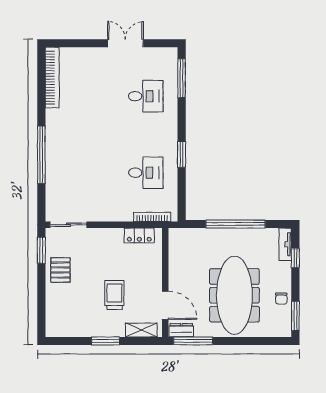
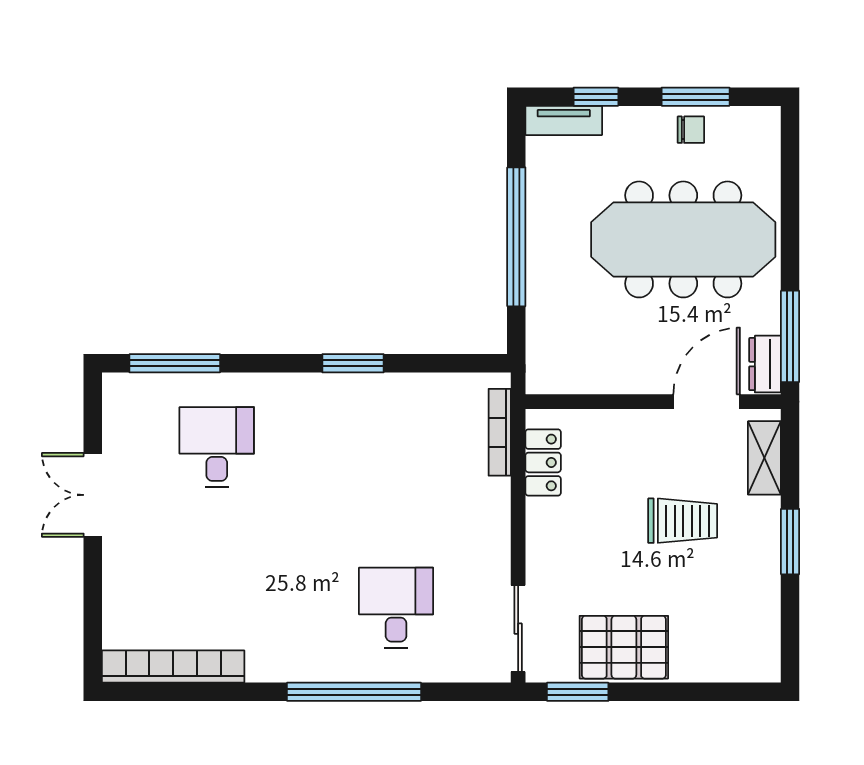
desk: (146, 173) -> (396, 608), moved
pallet: (60, 270) -> (624, 647), width x1.50, depth x1.42
trolley: (114, 295) -> (683, 521), turned 180
window: (295, 316) -> (696, 97), moved

